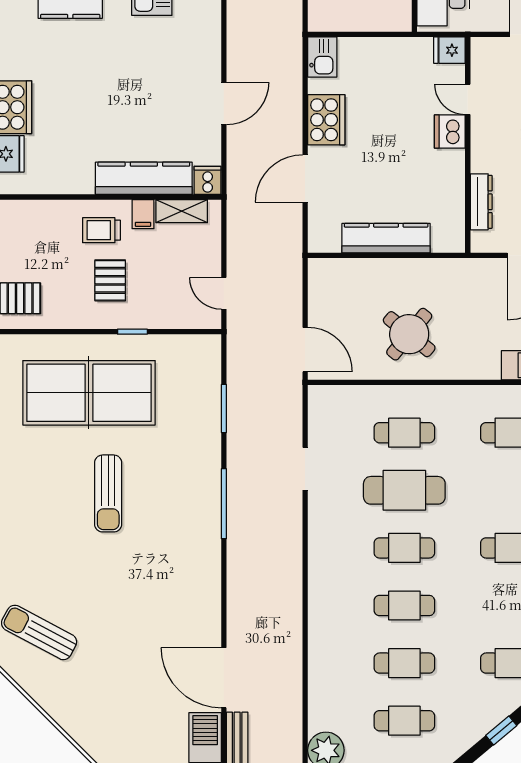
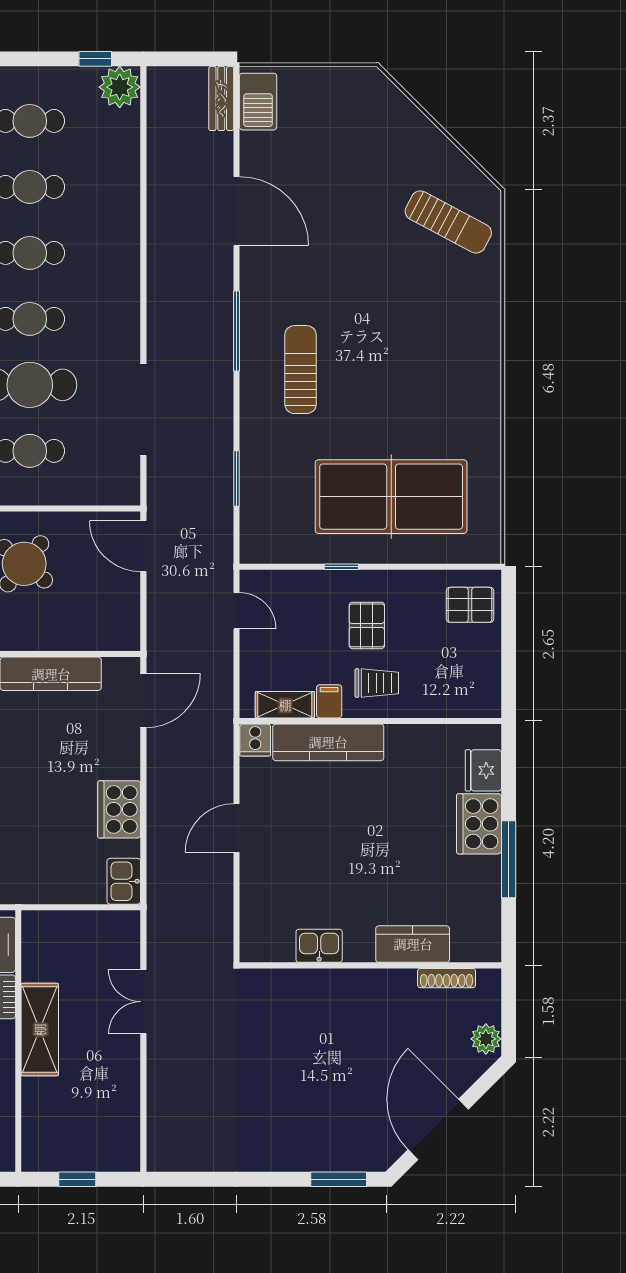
door: (305, 178) -> (143, 701), moved
doorway: (305, 469) -> (143, 410), width x1.87
sun lounger: (108, 493) -> (301, 370), moved
window: (224, 504) -> (236, 331), moved
door: (224, 678) -> (236, 211), moved

